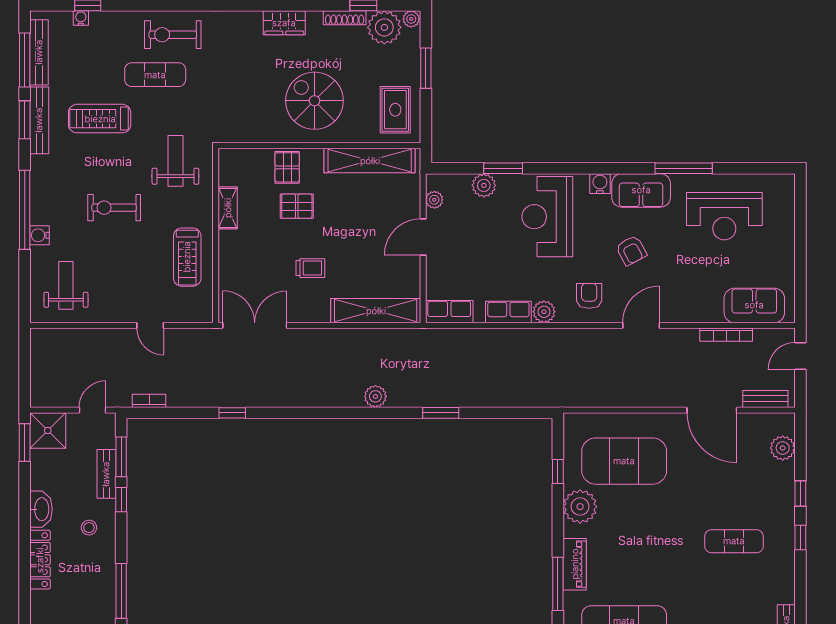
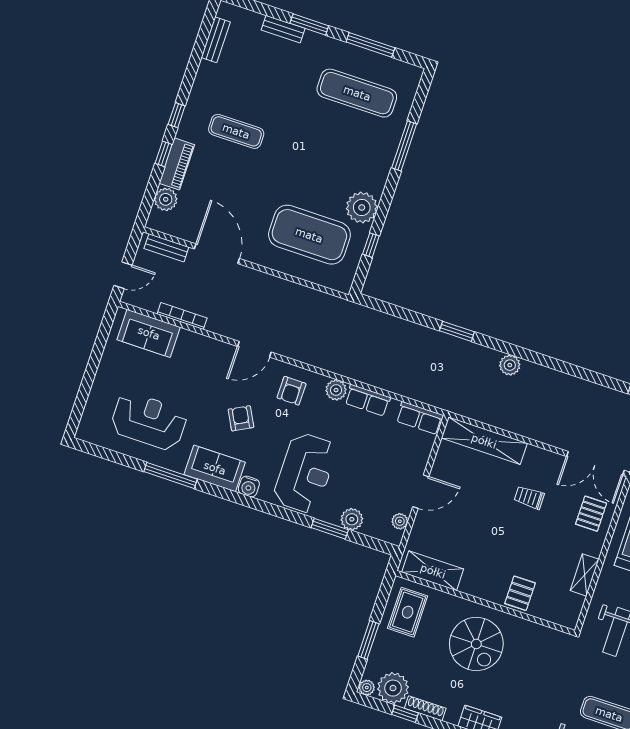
shelving: (370, 161) -> (433, 571), width x0.68
pallet: (297, 206) -> (591, 514), moved, turned 90
piano: (575, 564) -> (177, 164), moved, turned 180

